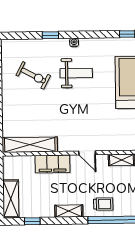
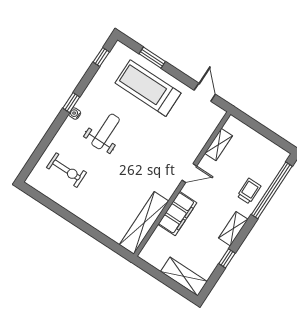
window: (50, 35) -> (71, 103), moved
exercise bike: (33, 75) -> (66, 170), moved, turned 62
window: (32, 221) -> (227, 258), moved

